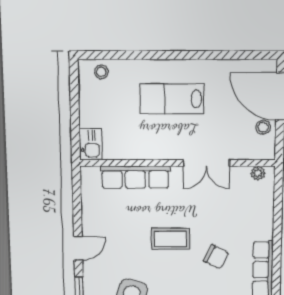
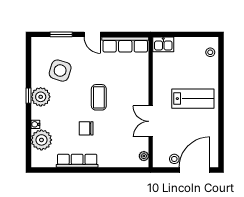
lab bench: (172, 99) -> (193, 99), turned 90
row of seats: (135, 177) -> (125, 45), moved, turned -90
chair: (216, 257) -> (86, 128), turned 63

